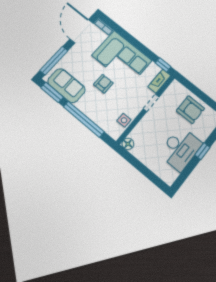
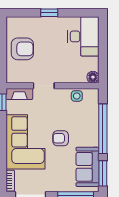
armchair: (190, 110) -> (22, 49), turned 90
desk: (180, 149) -> (83, 36), moved, turned 90

